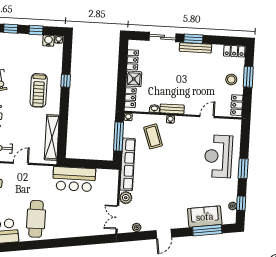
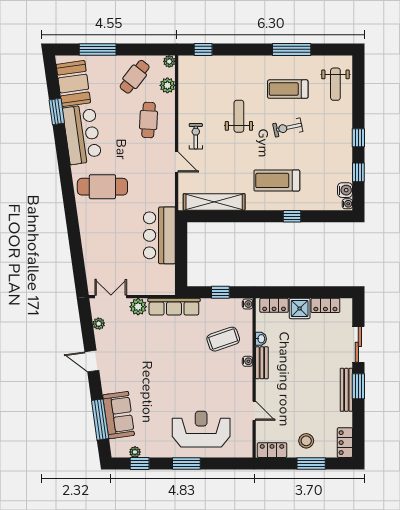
window: (119, 137) -> (220, 292), width x0.46
row of seats: (128, 164) -> (174, 307), width x0.73

